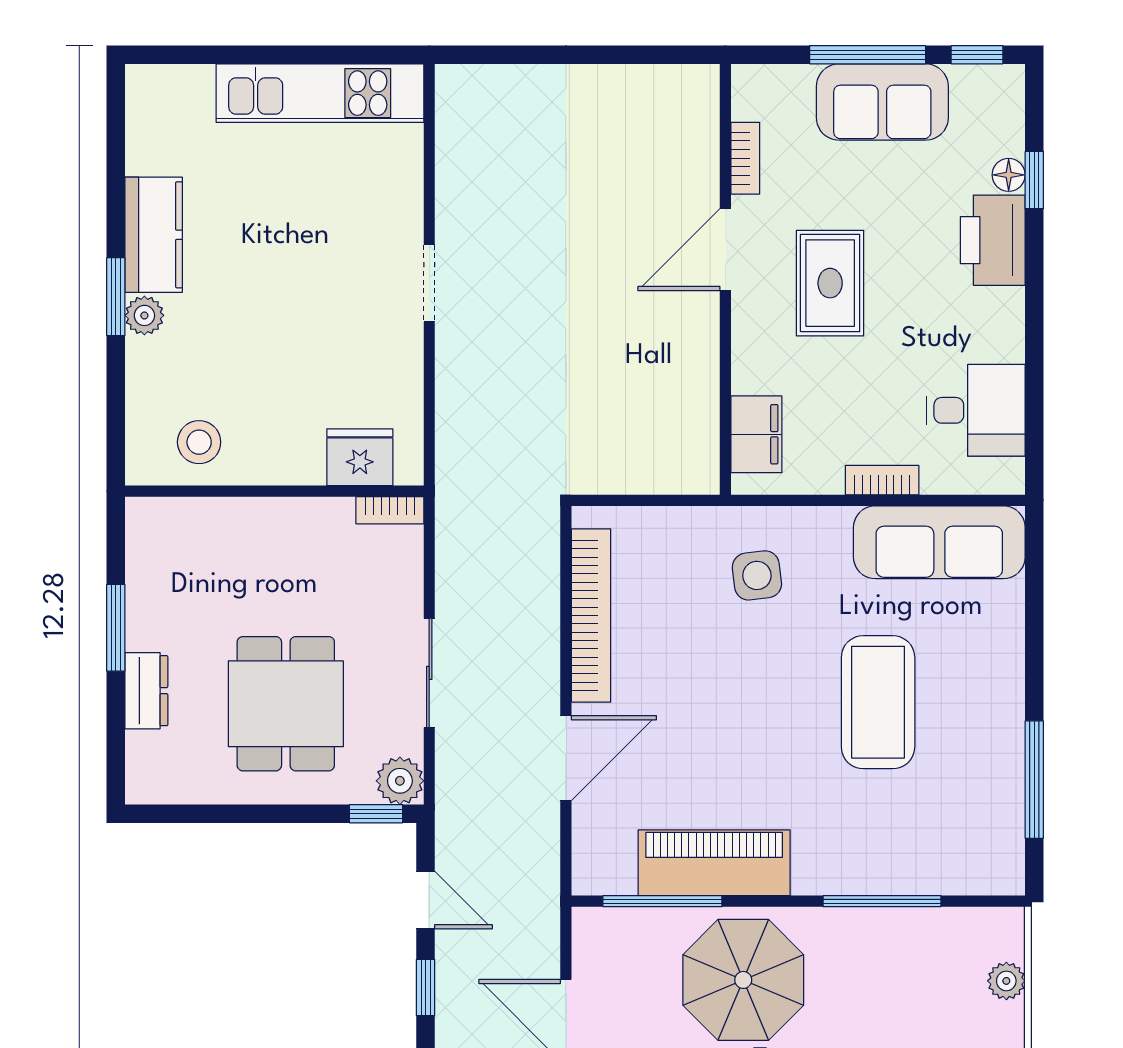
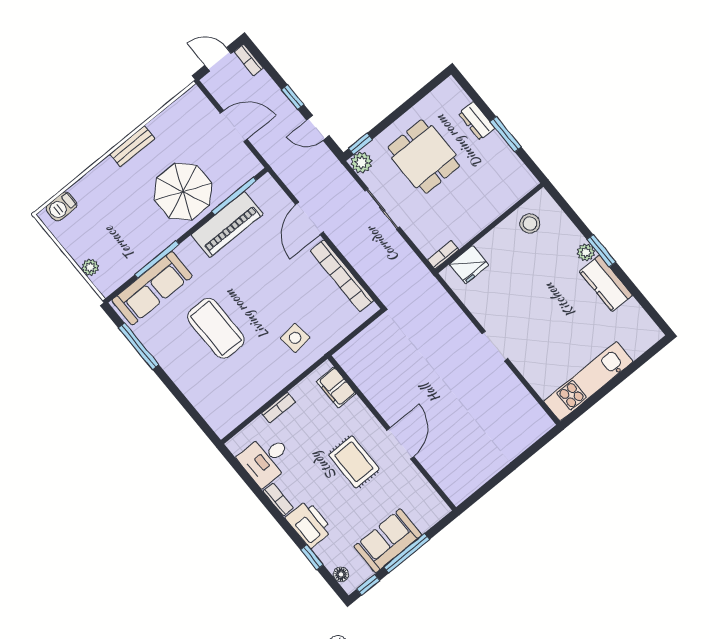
bookcase: (745, 158) -> (278, 499), moved, turned 180
floor lamp: (1009, 175) -> (341, 574), moved
sofa: (939, 542) -> (152, 288), moved, turned 180

